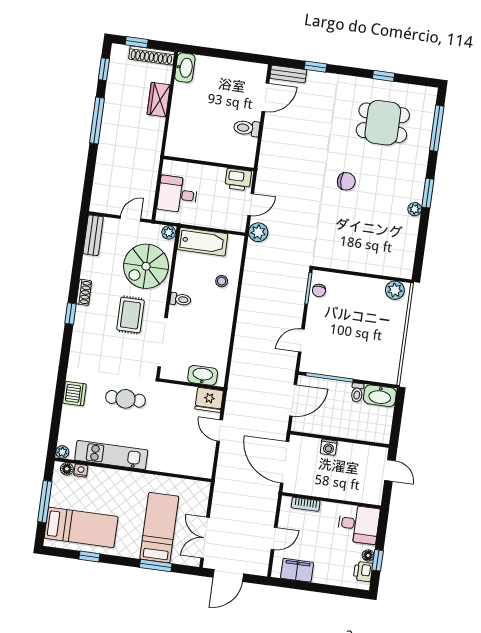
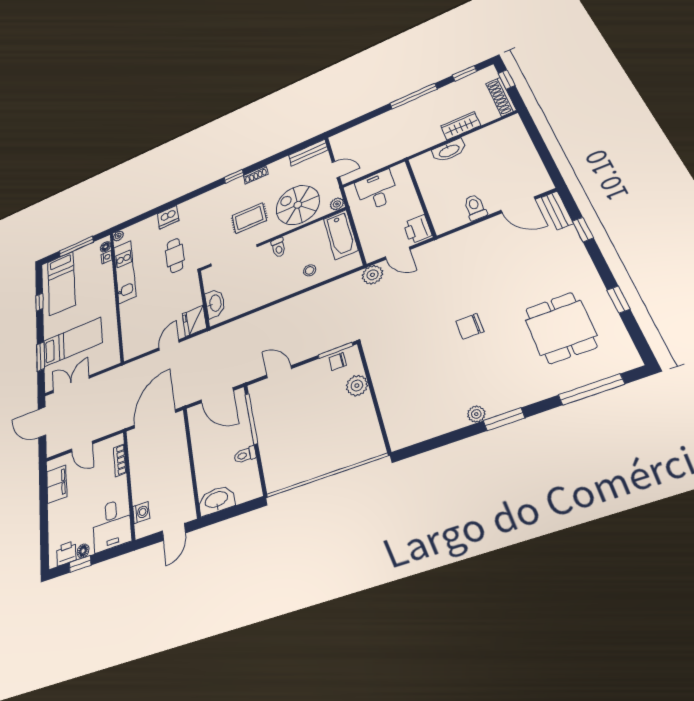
washbasin: (185, 68) -> (449, 151), moved
chair: (346, 181) -> (470, 326), turned 90
plant: (395, 290) -> (357, 386), moved
washbasin: (380, 396) -> (216, 500), moved, turned 90
washing machine: (329, 447) -> (141, 512), moved, turned 180

